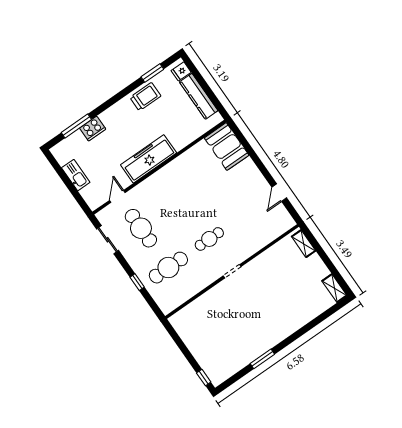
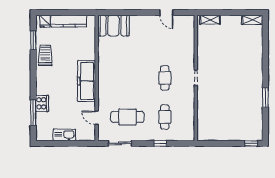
cafe table: (168, 268) -> (165, 117), width x0.73, depth x0.74

